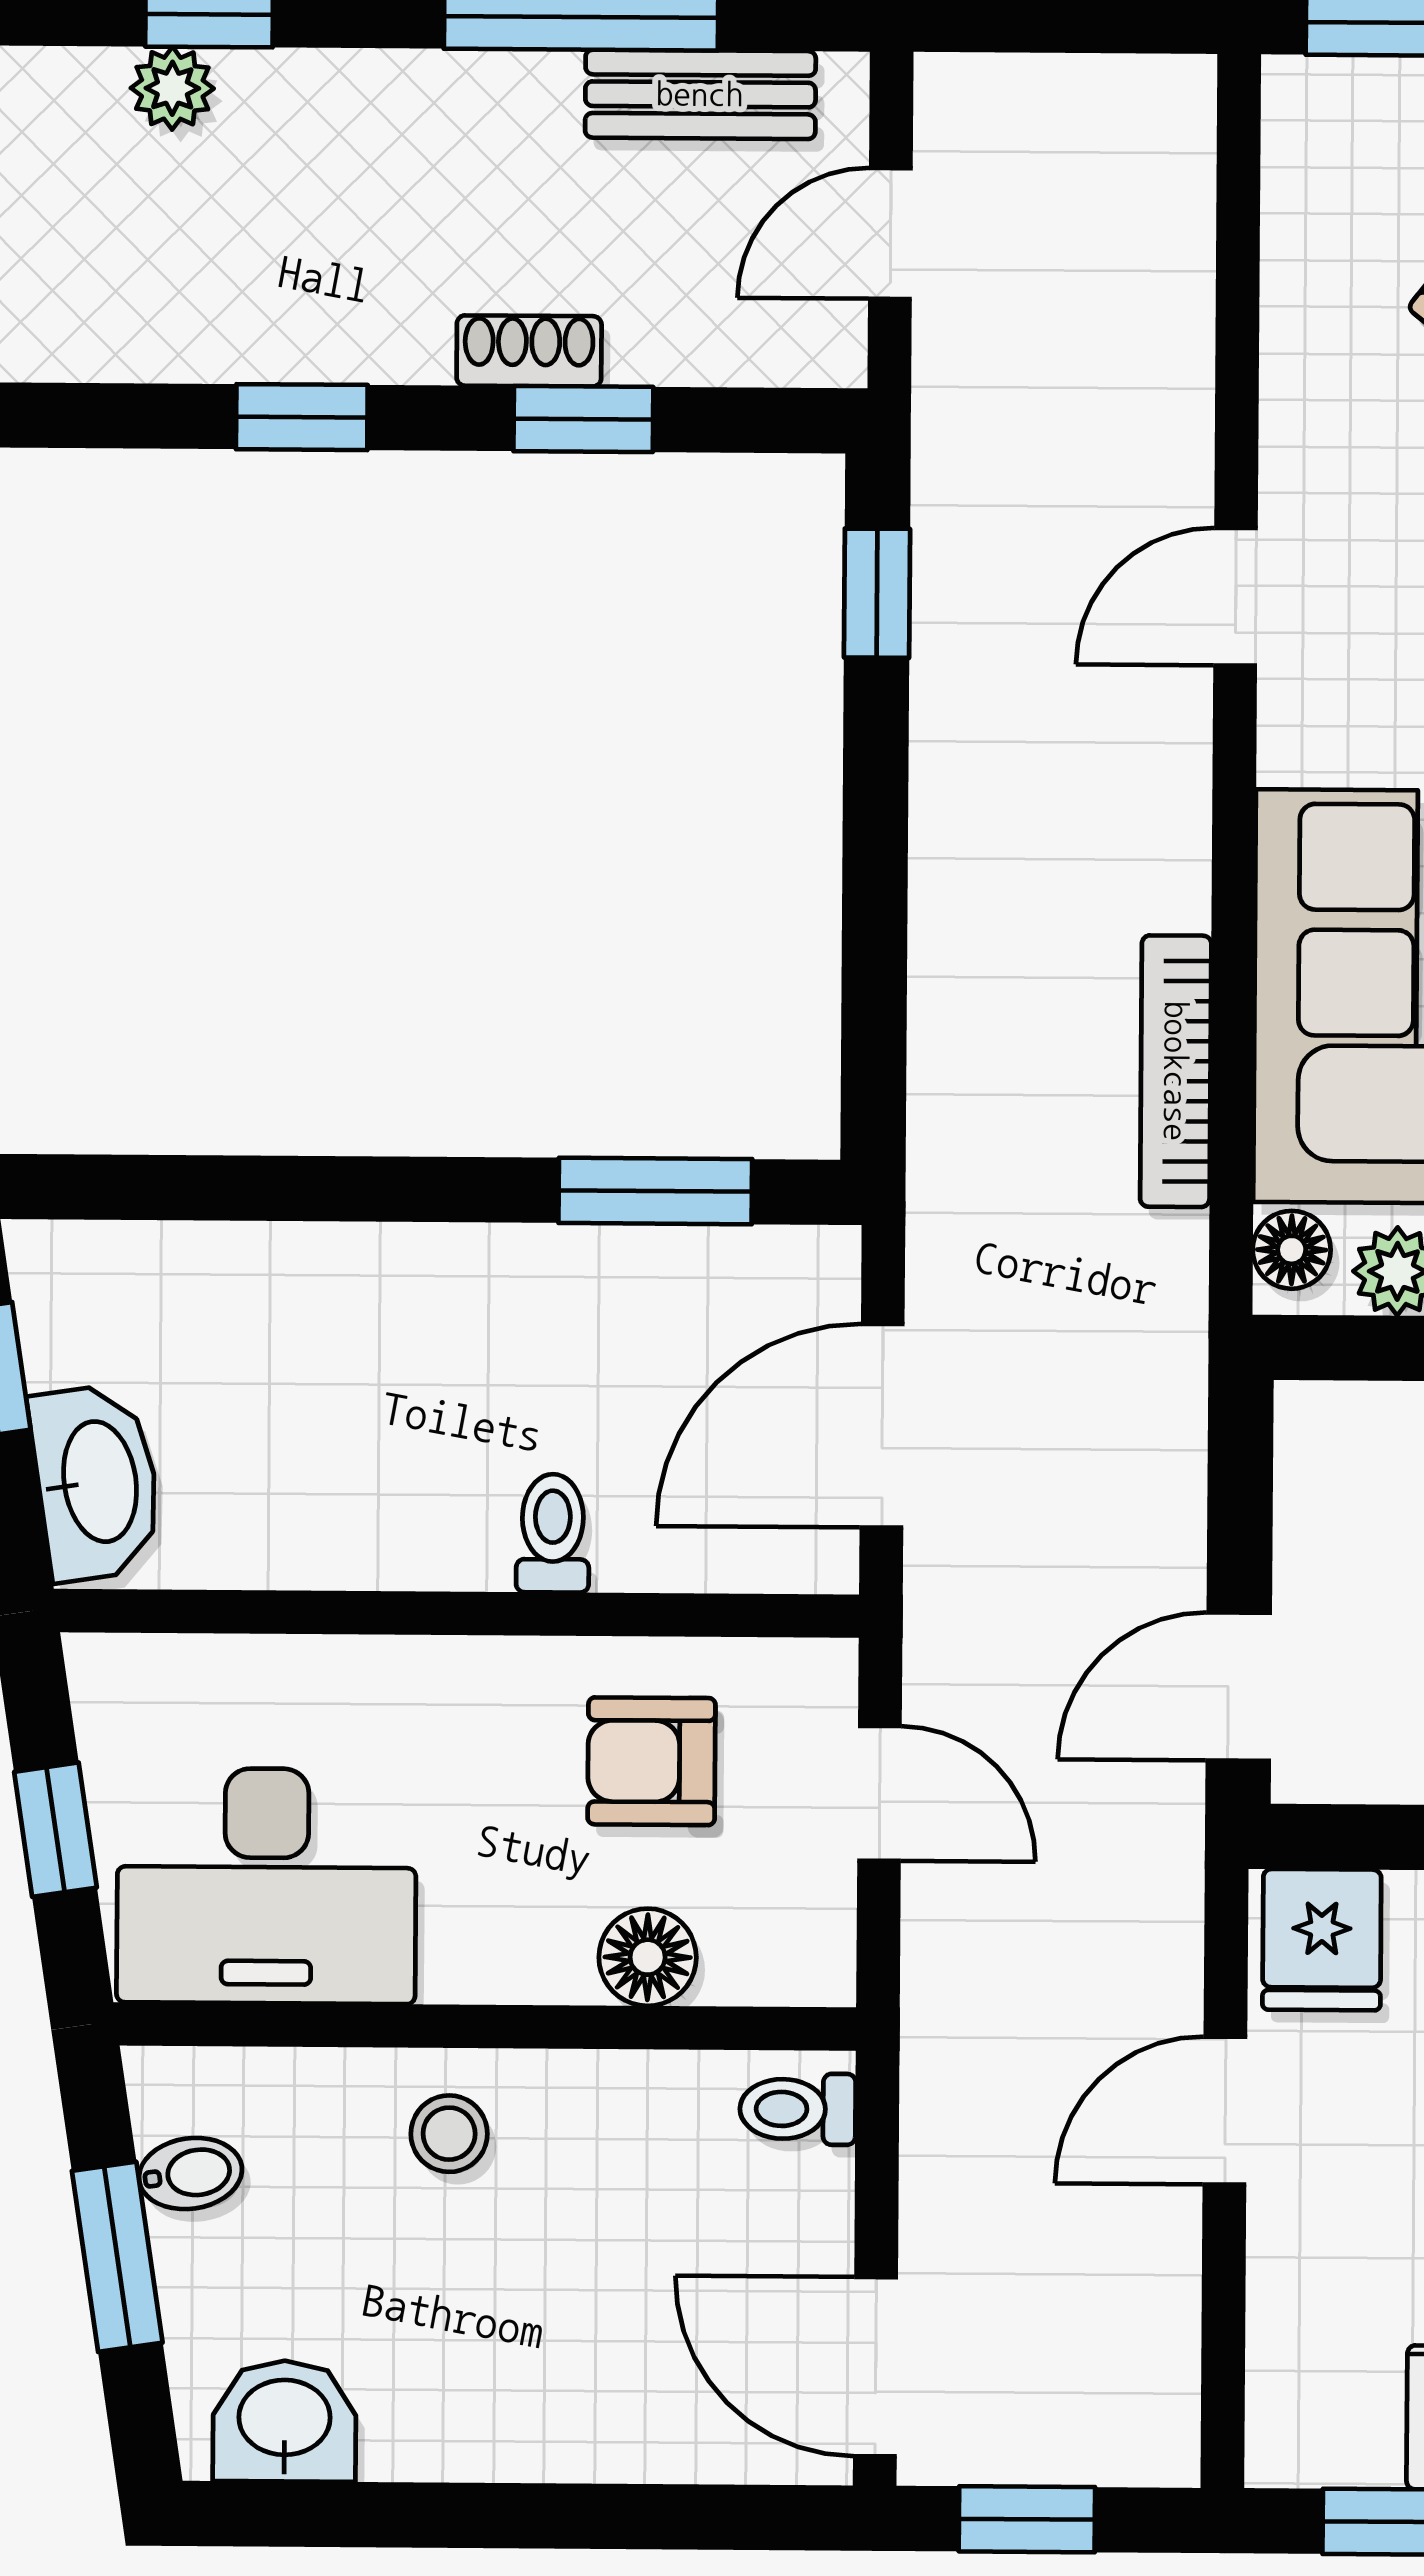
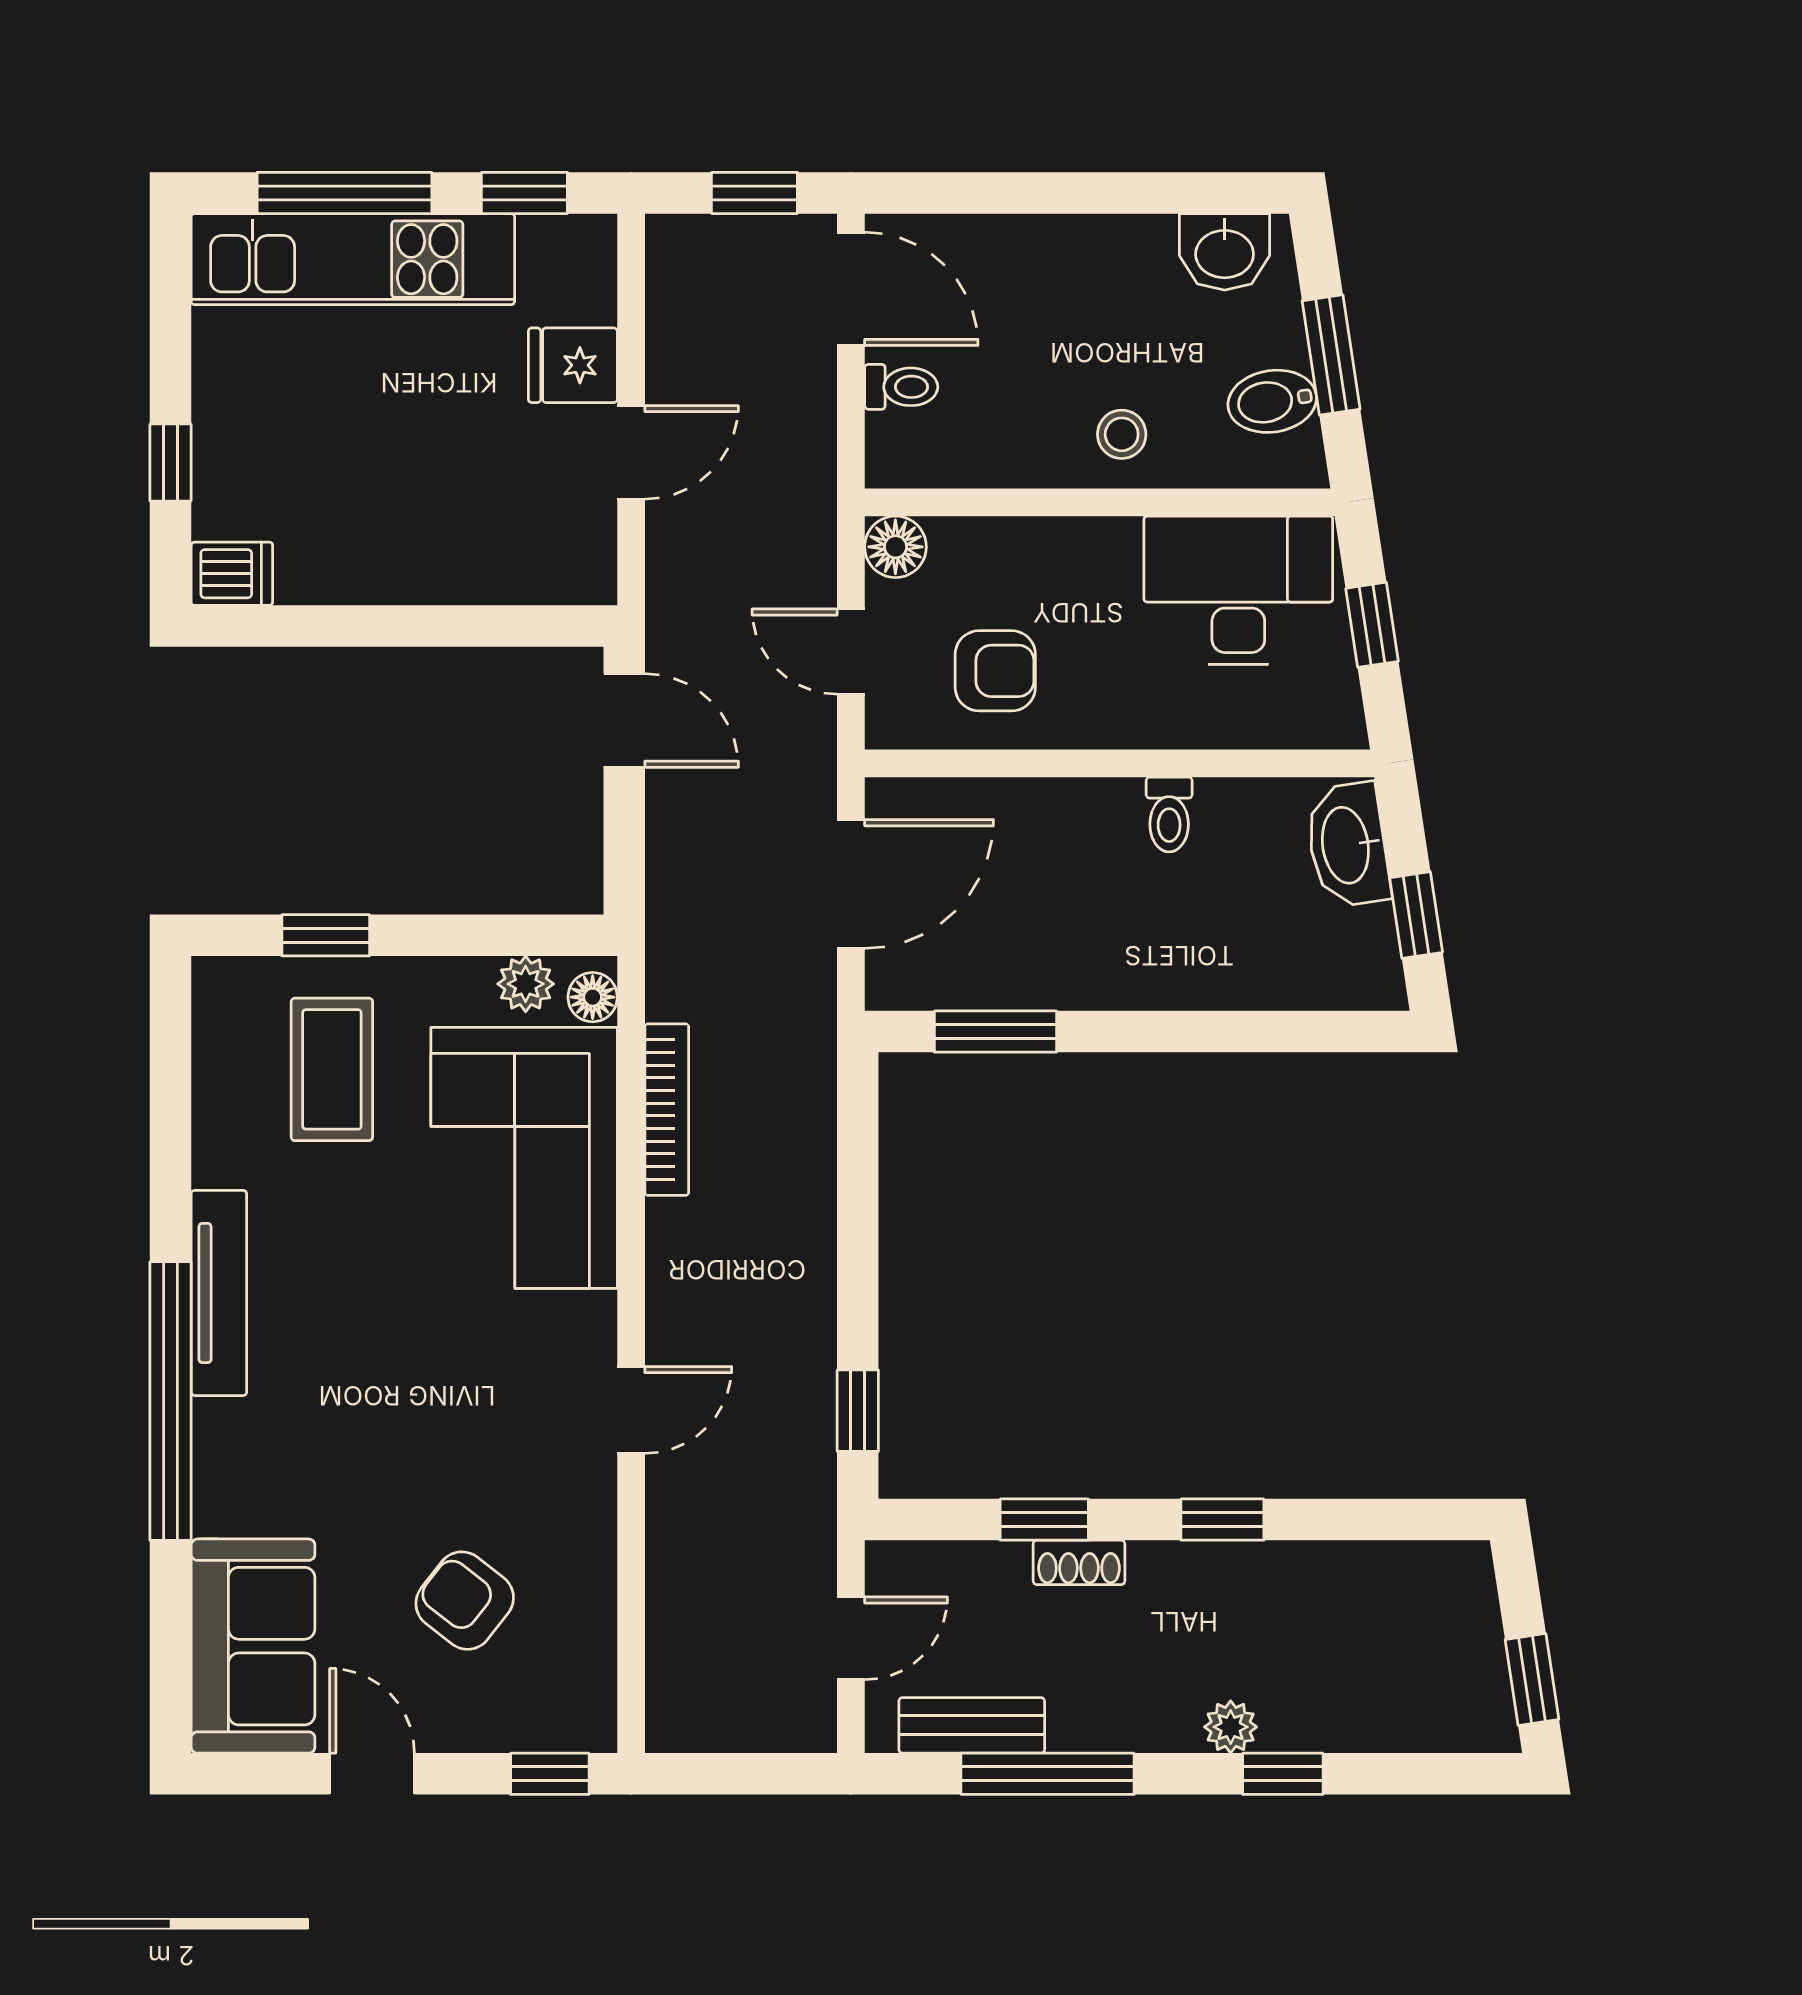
plant: (172, 88) -> (1231, 1727), moved
toilet: (553, 1533) -> (1169, 815), moved
door: (1239, 1687) -> (624, 721), hinge flipped
fridge: (1322, 1940) -> (573, 365), moved, turned -90
floor lamp: (648, 1957) -> (895, 547), moved
toilet: (798, 2109) -> (901, 387), moved
bidet: (190, 2174) -> (1272, 401), width x1.38, depth x1.36

